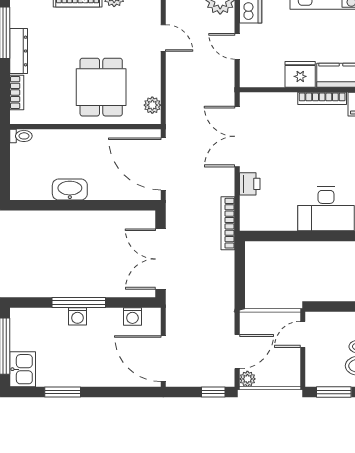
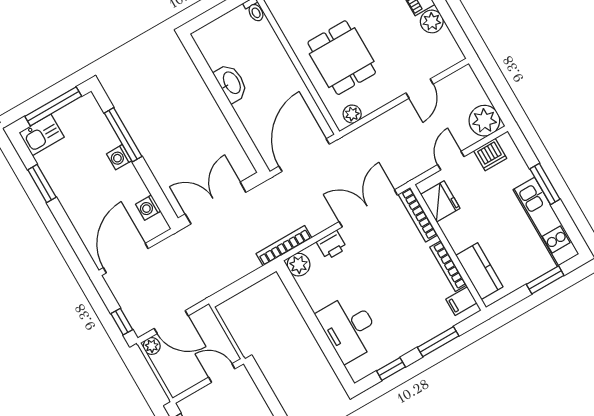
fridge: (300, 74) -> (440, 201), moved
dining table: (101, 87) -> (342, 58), turned 90
bookcase: (266, 99) -> (418, 215), added
plant: (250, 220) -> (299, 265), added
window: (79, 302) -> (123, 135), moved

